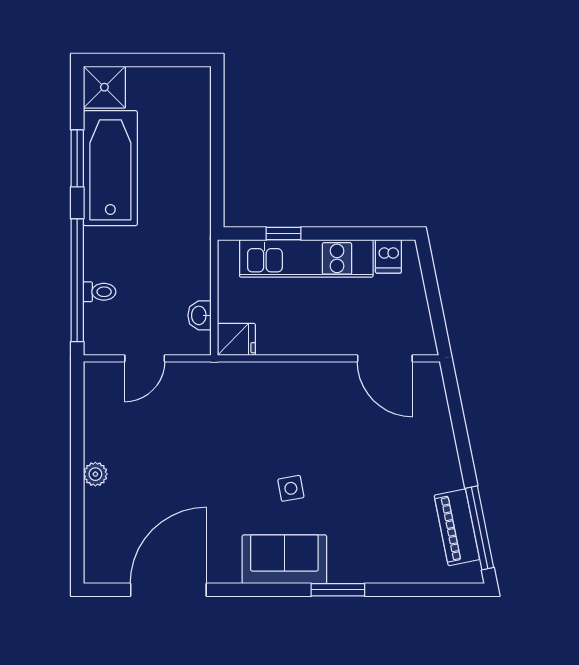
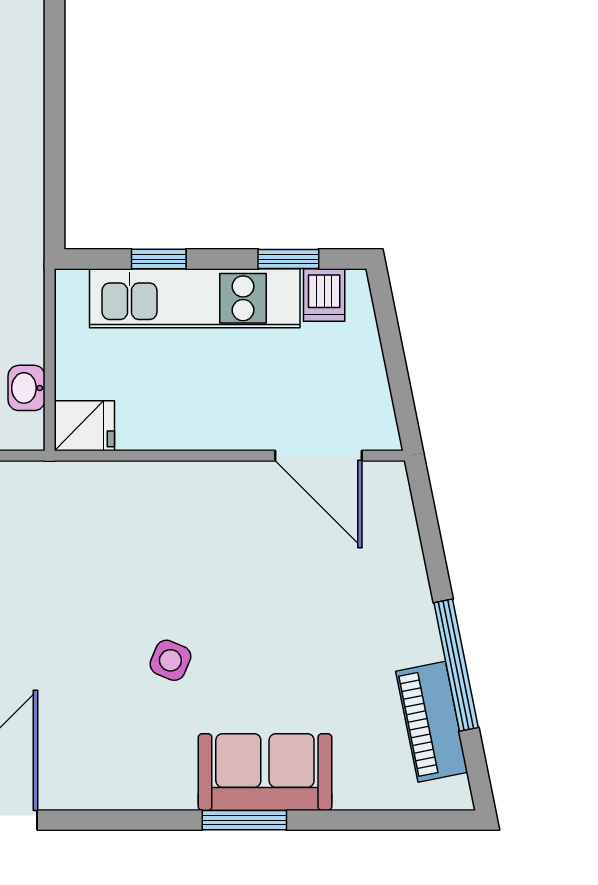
window: (366, 234) -> (288, 259), added
side table: (291, 488) -> (170, 660), turned 33
window: (480, 528) -> (456, 665), moved
sofa: (284, 559) -> (265, 772), moved

